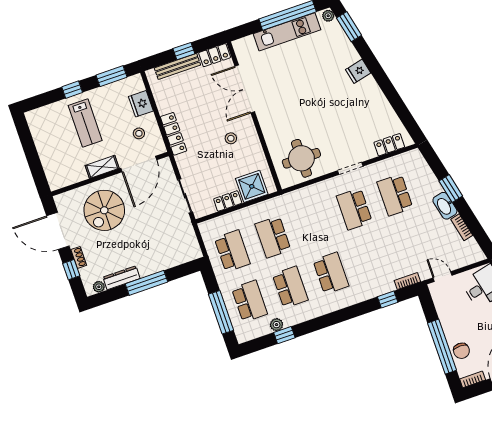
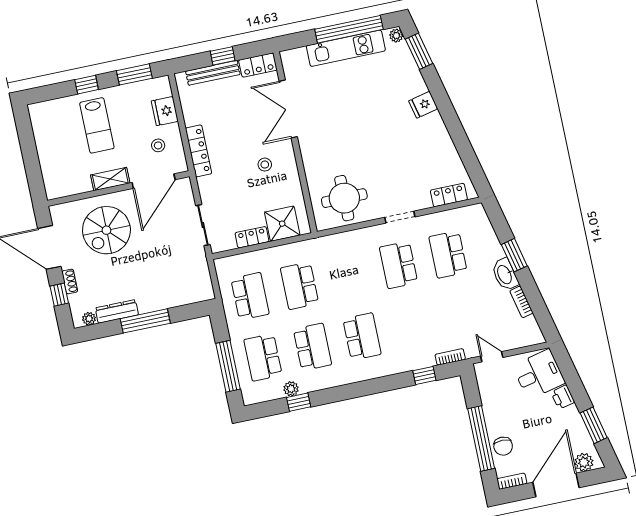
school desk: (250, 301) -> (263, 357), turned 180

